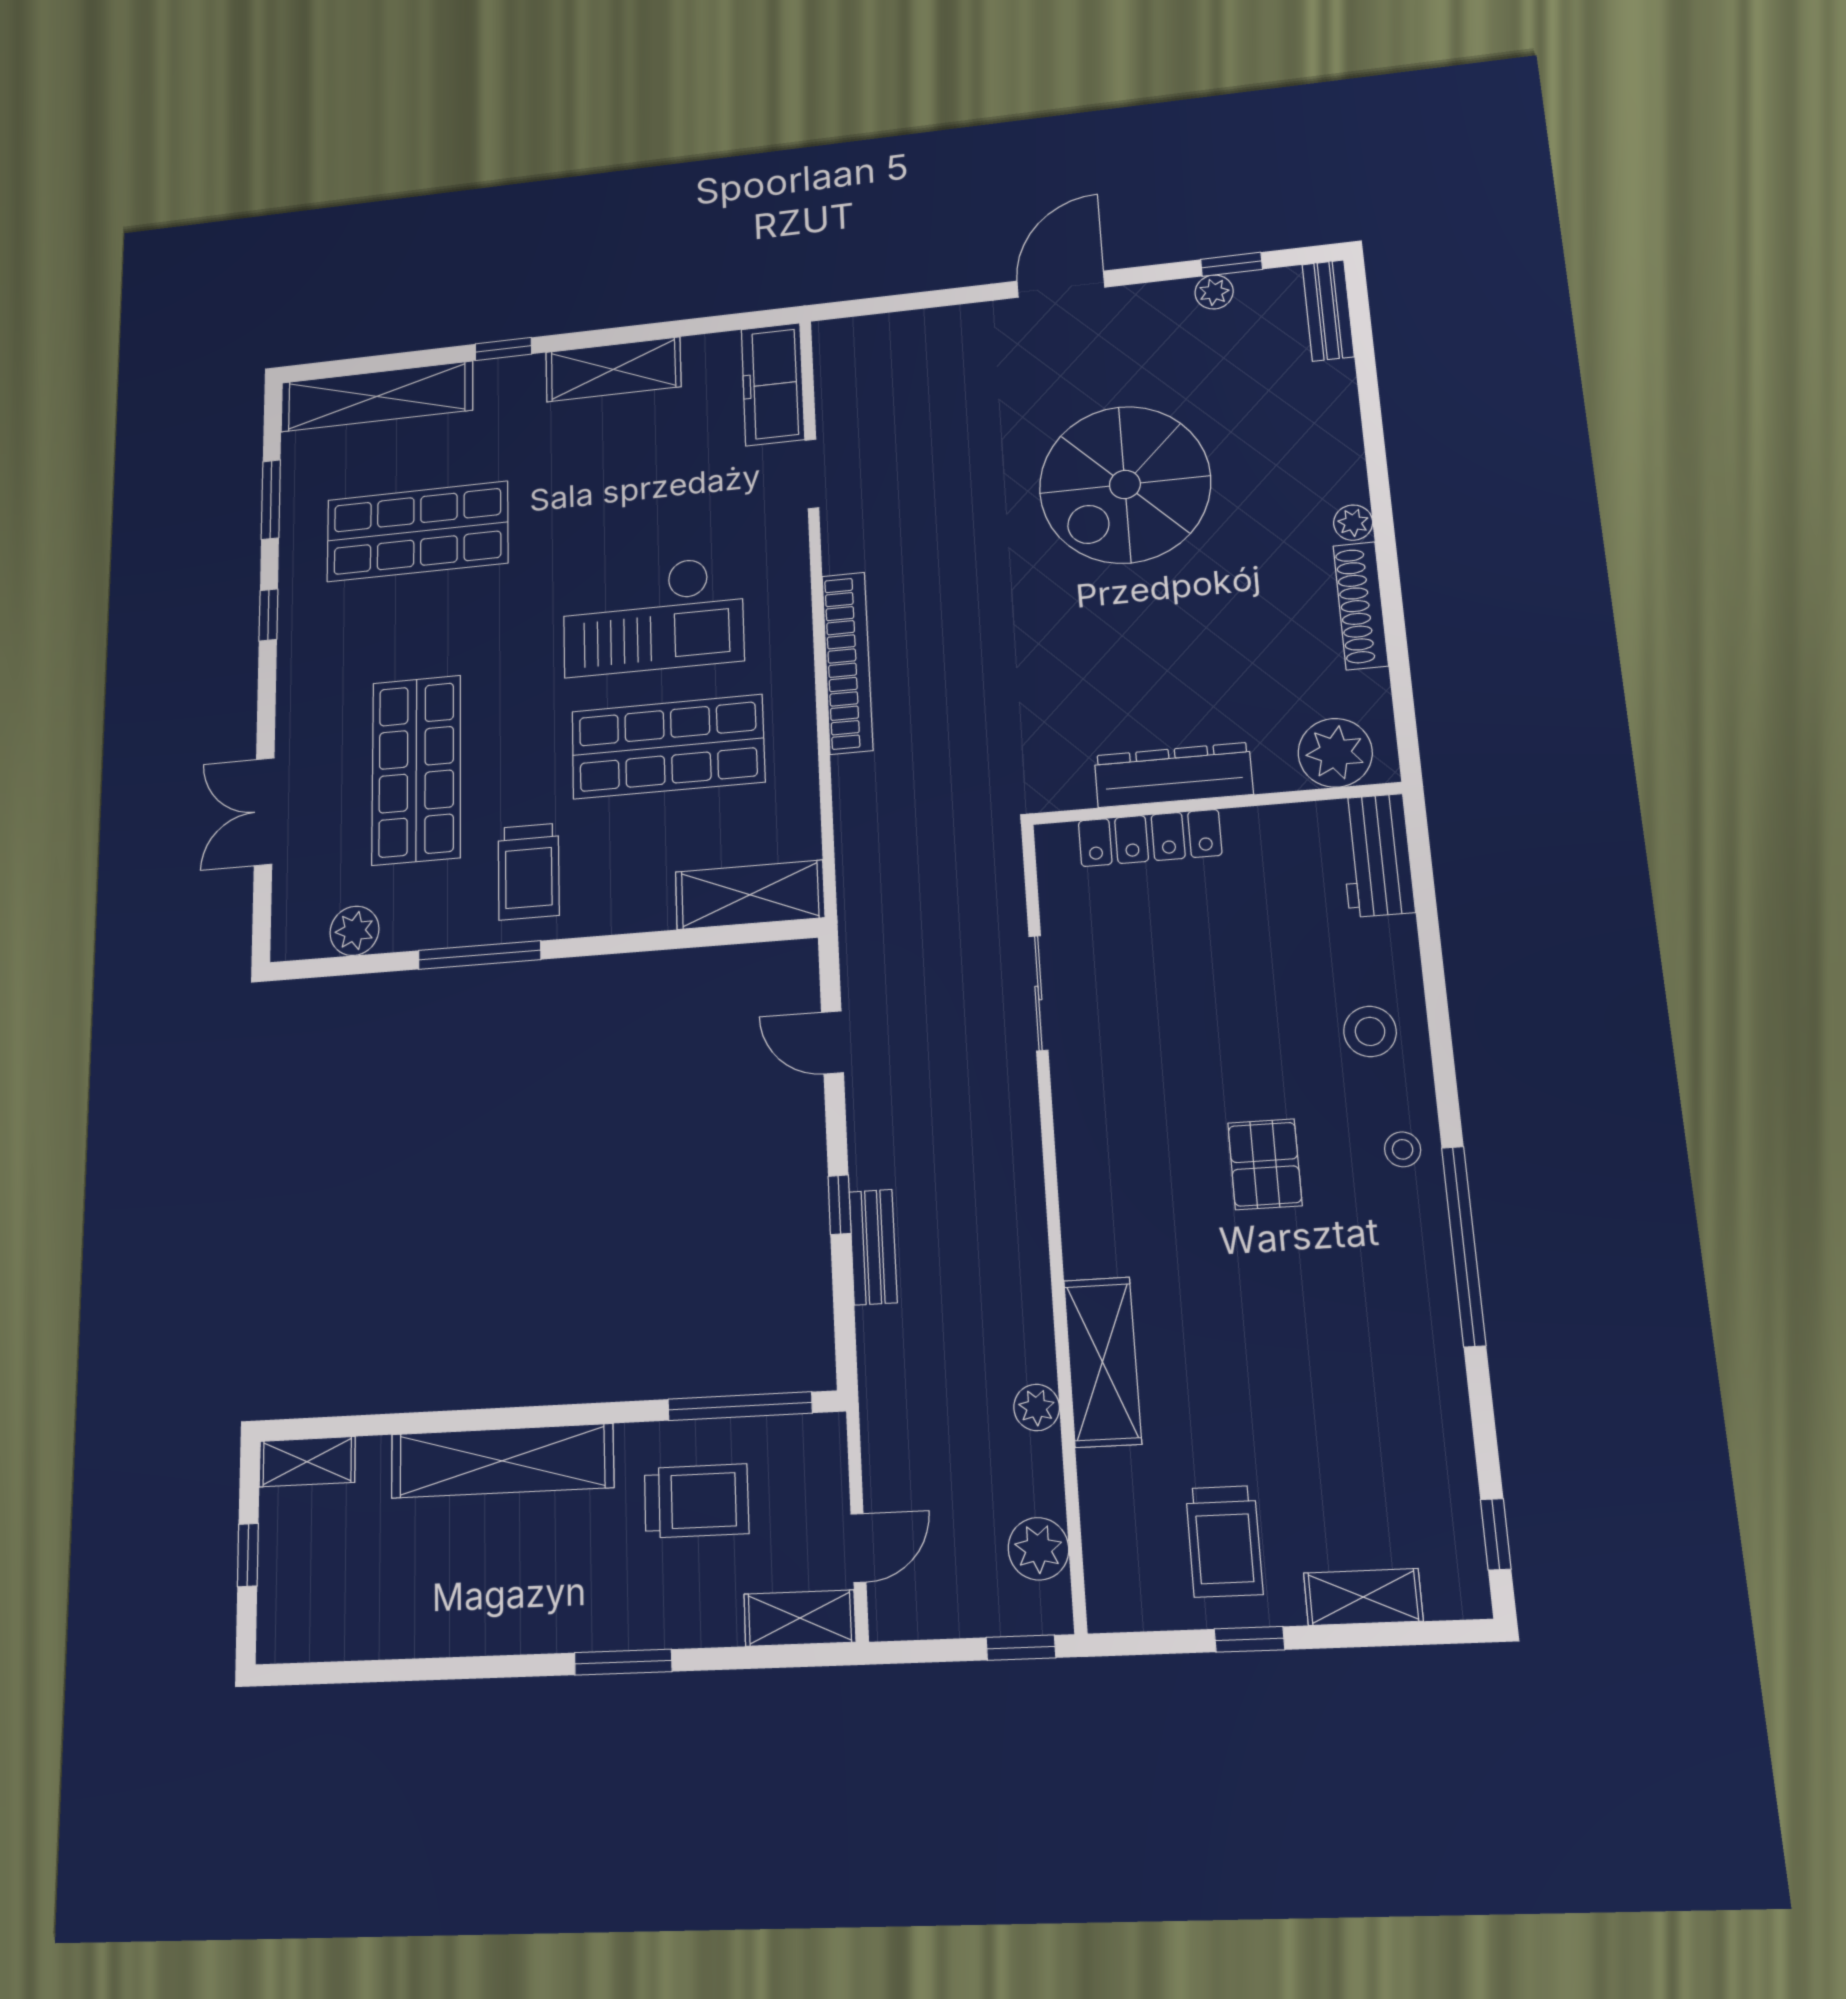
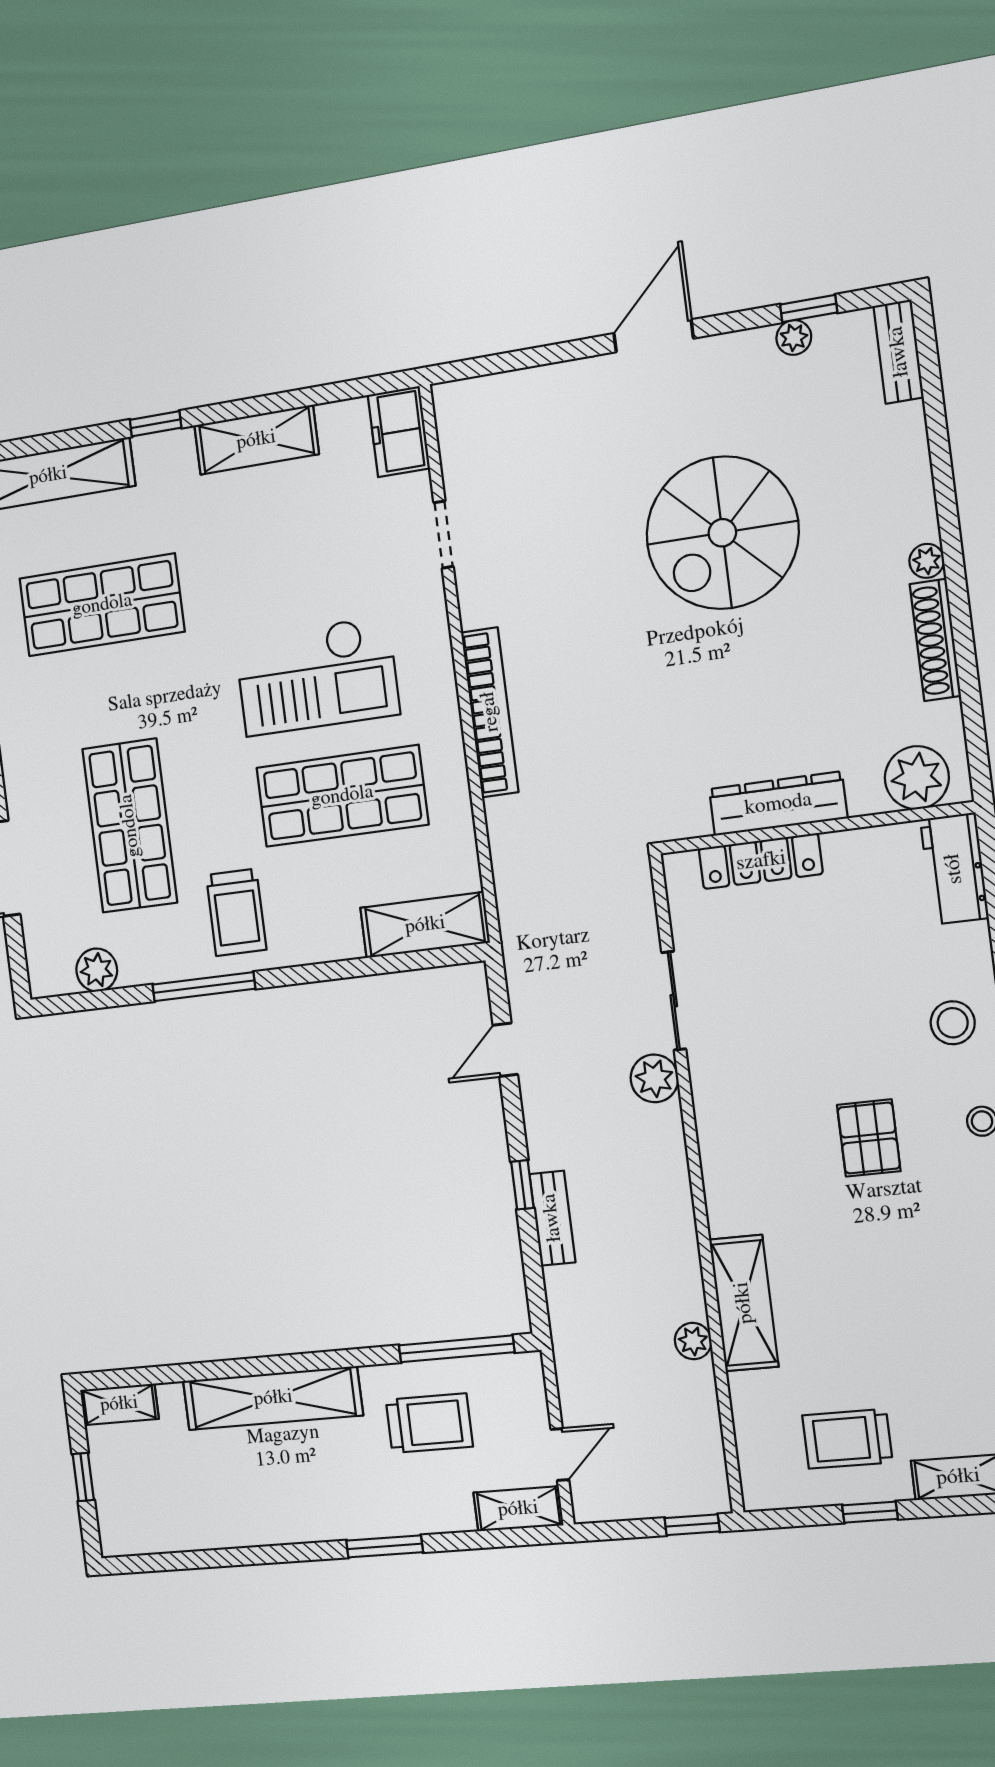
freezer: (773, 384) -> (399, 432), width x0.71
door: (833, 1042) -> (505, 1050), hinge flipped
trolley: (1224, 1541) -> (847, 1439), turned 90
plant: (1038, 1549) -> (654, 1078), moved

